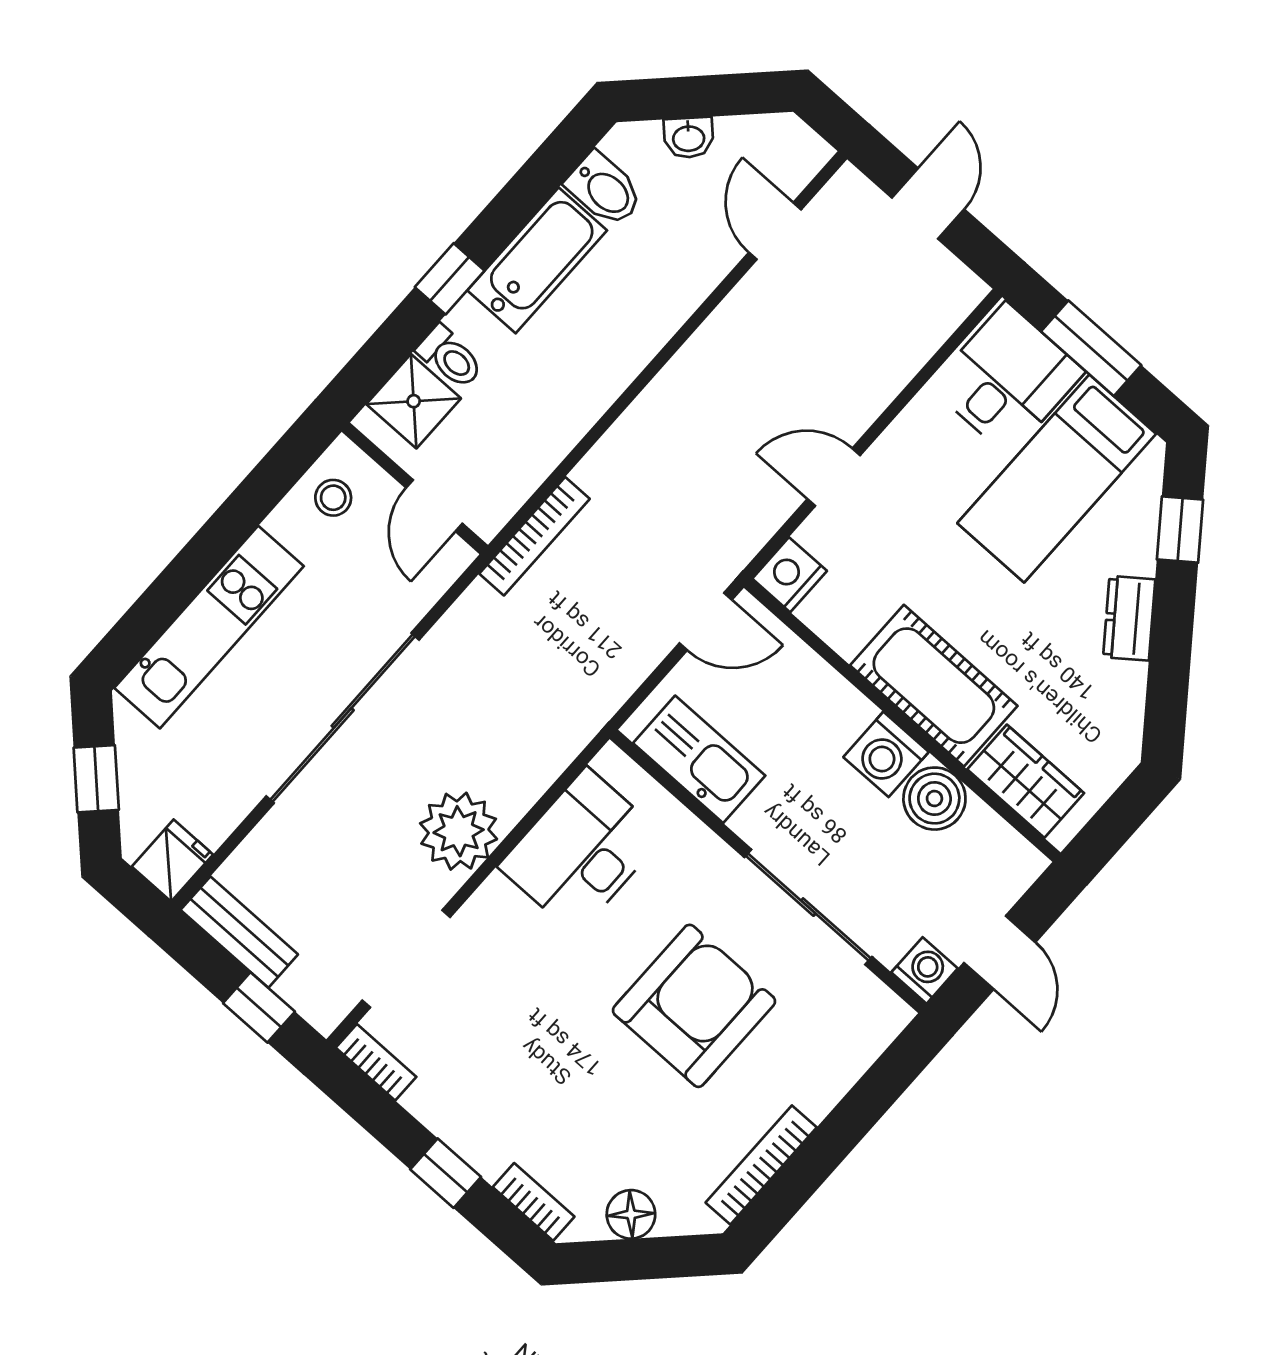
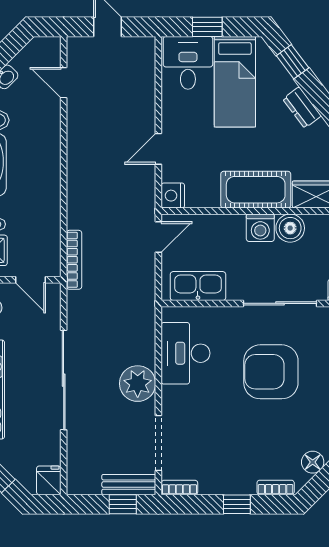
window: (1091, 348) -> (207, 27), width x0.67
bench: (239, 932) -> (129, 485), moved
armchair: (694, 1006) -> (271, 372), turned -90

